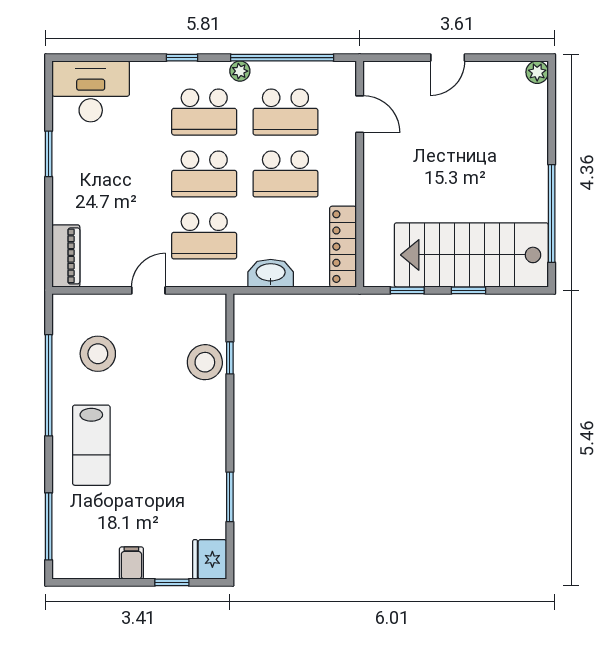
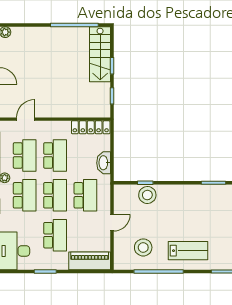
school desk: (123, 174) -> (55, 235), added
stairs: (471, 255) -> (100, 54), width x0.73, depth x0.66
piano: (66, 256) -> (90, 261), width x1.37, depth x1.33
door: (148, 290) -> (112, 223), swing flipped

